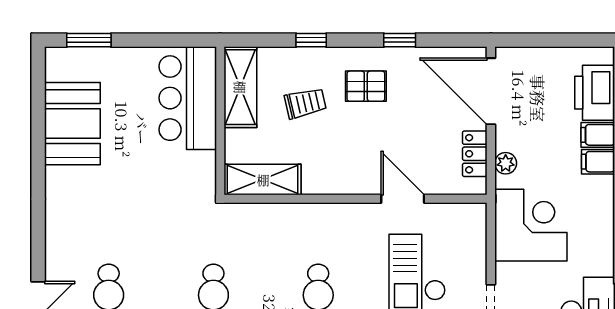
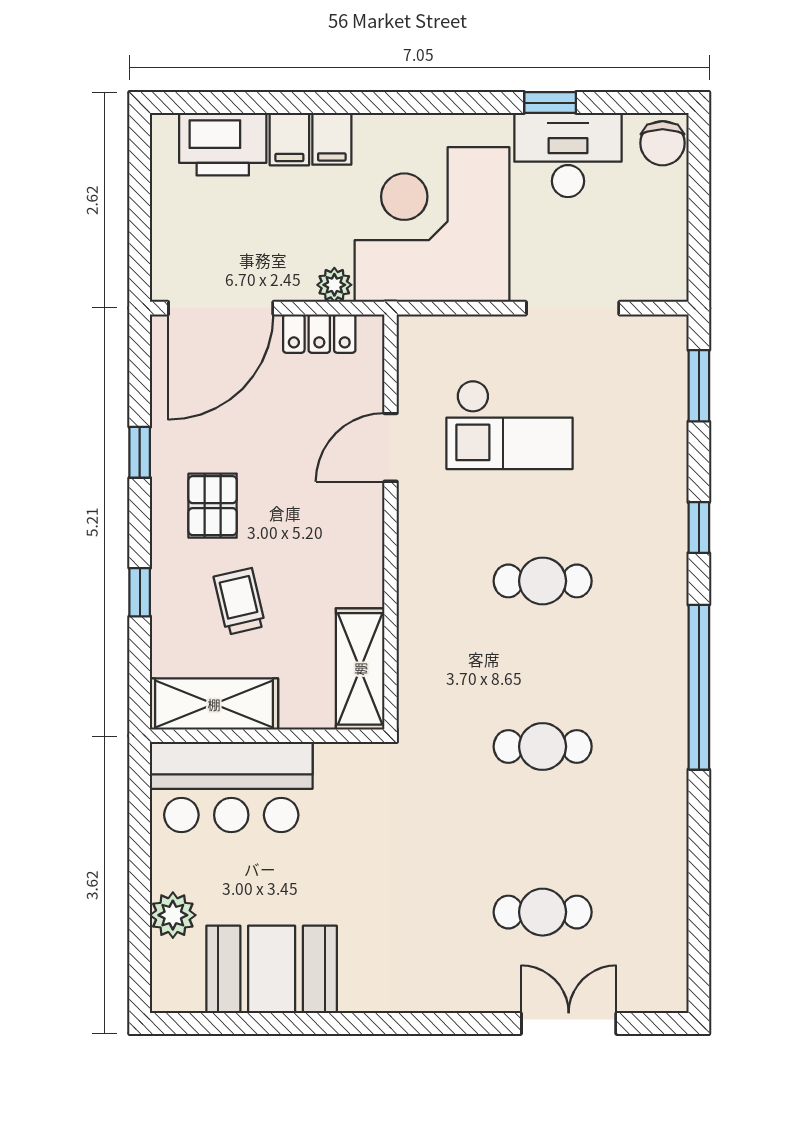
window: (89, 40) -> (140, 943), removed
plant: (107, 61) -> (173, 915), added
corner desk: (531, 225) -> (432, 225), width x1.36, depth x1.36

